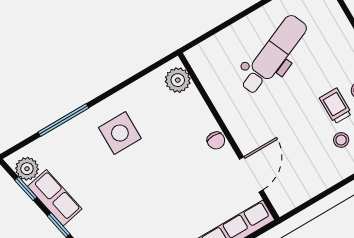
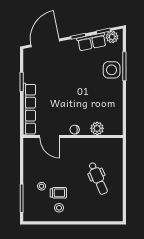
dental chair: (274, 55) -> (98, 178), width x0.73, depth x0.72
plant: (178, 80) -> (97, 128), moved
side table: (120, 133) -> (112, 70), moved

